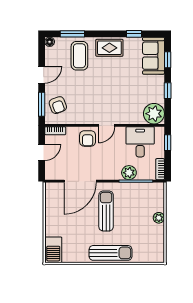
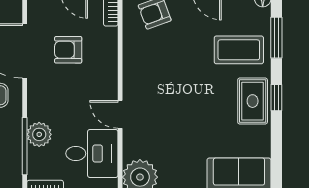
window: (134, 34) -> (276, 98), moved
door: (106, 125) -> (120, 114), moved
armchair: (88, 138) -> (68, 50), moved

